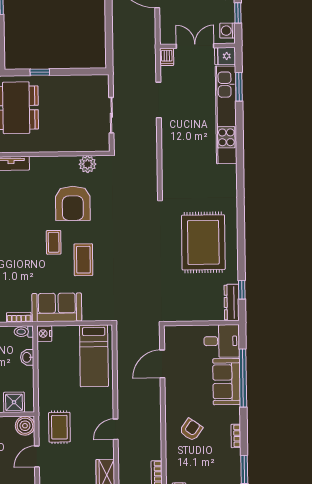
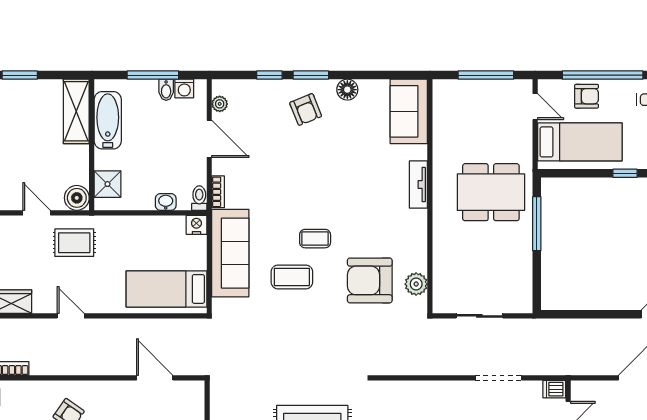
window: (40, 72) -> (537, 224), width x2.17
armchair: (73, 203) -> (370, 280), moved
sofa: (57, 307) -> (230, 253), width x1.36

